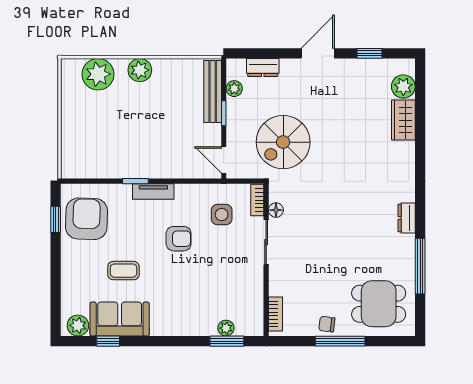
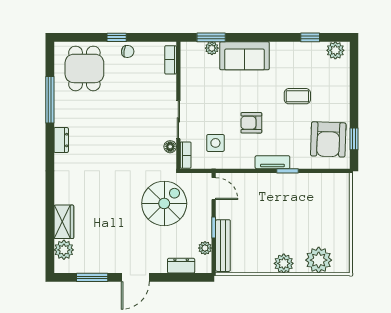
window: (369, 53) -> (92, 277), width x1.50
dining table: (379, 304) -> (84, 68), turned 90
sofa: (120, 319) -> (244, 56), moved
window: (340, 341) -> (117, 37), width x0.46

